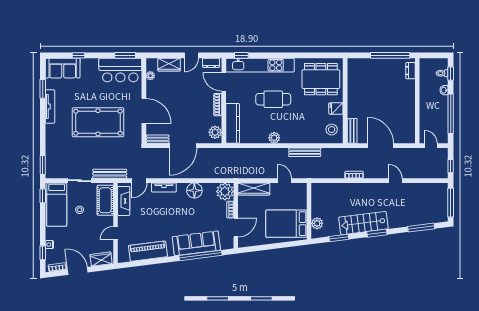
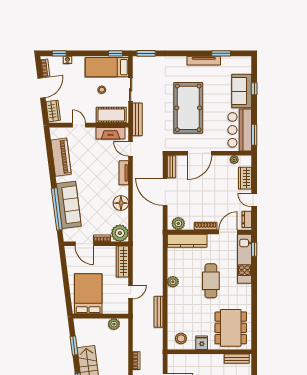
kitchen unit: (260, 65) -> (244, 259), width x0.73
sofa: (63, 68) -> (242, 91), moved
bench: (352, 131) -> (237, 359), moved
plant: (317, 223) -> (114, 324), moved

